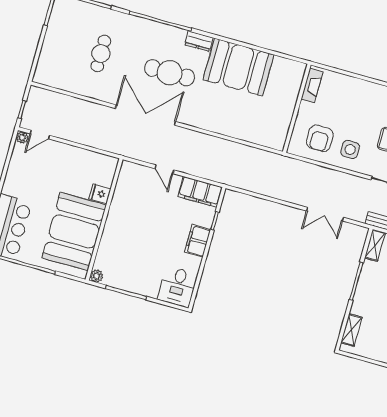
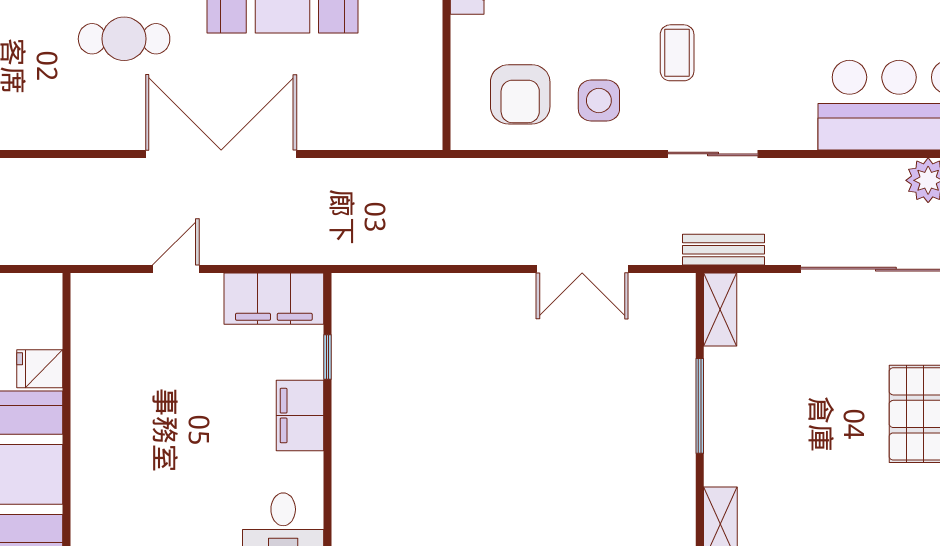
cafe table: (169, 73) -> (124, 39), width x0.73, depth x0.74
double door: (145, 115) -> (221, 154), moved
door: (164, 169) -> (176, 269), swing flipped

